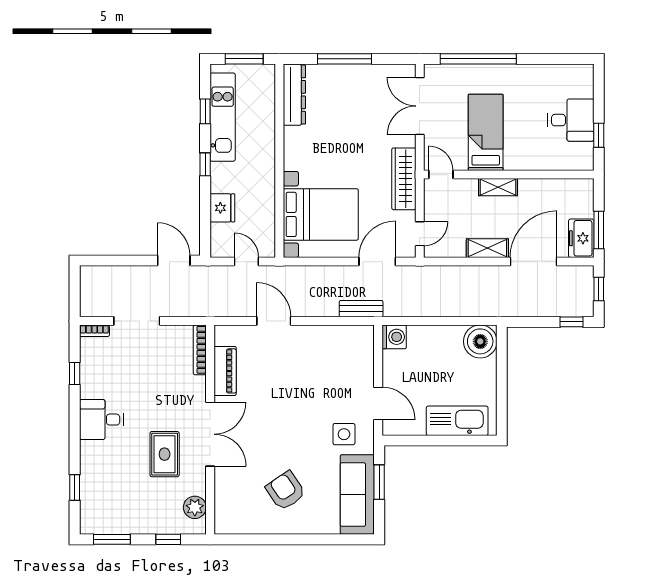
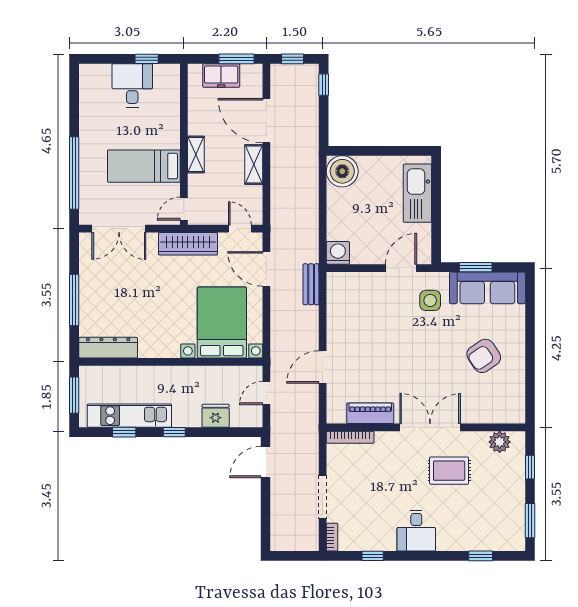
freezer: (581, 238) -> (221, 76), moved

